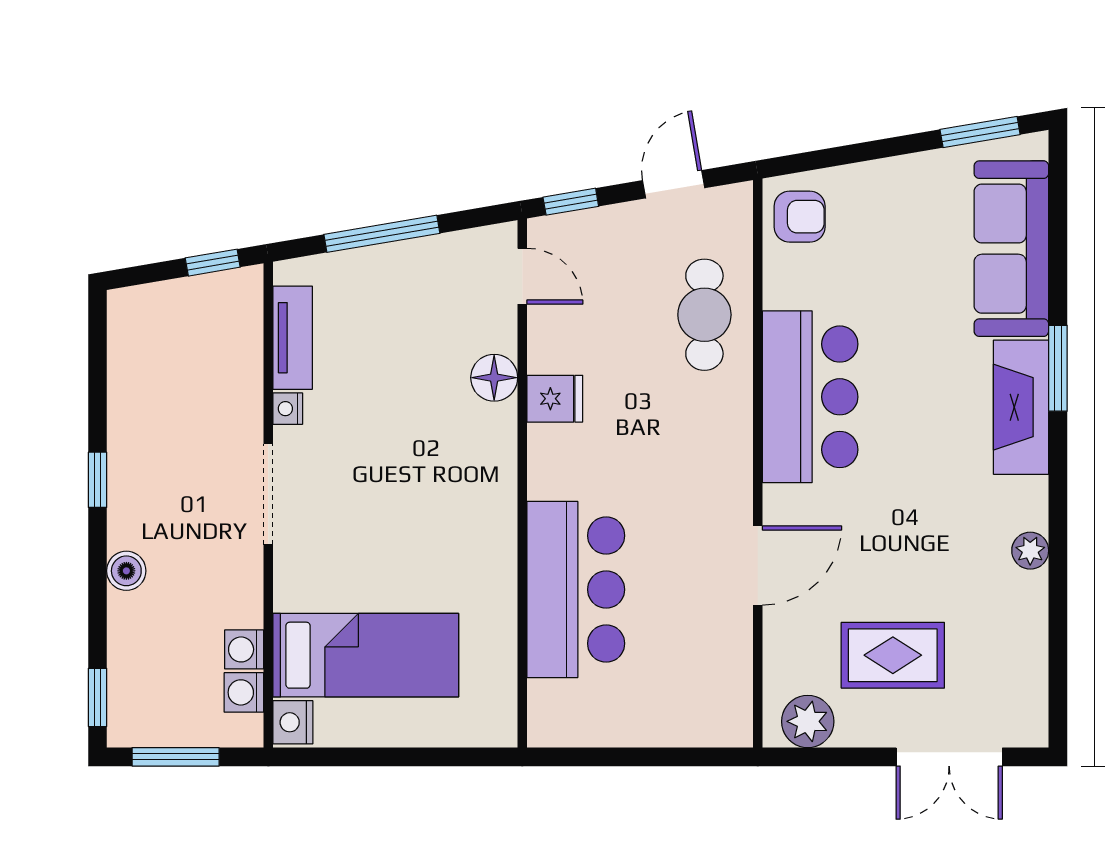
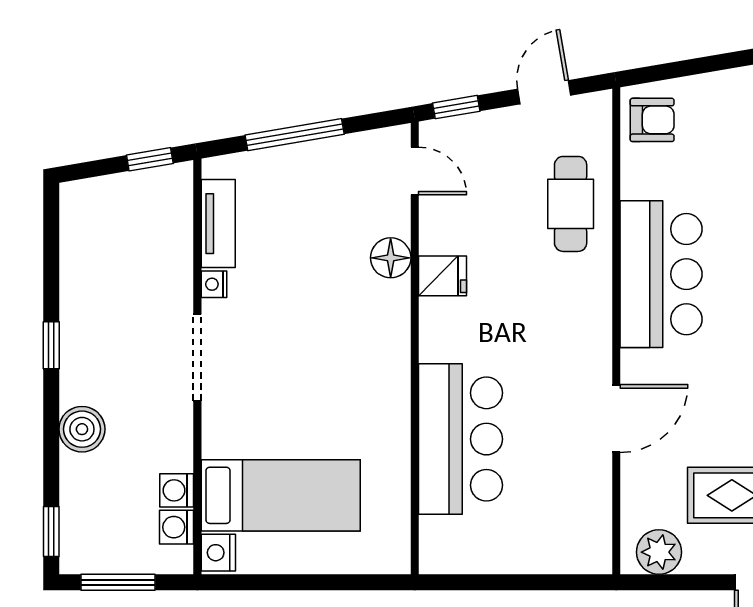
boiler: (126, 571) -> (82, 429), width x1.36, depth x1.36

